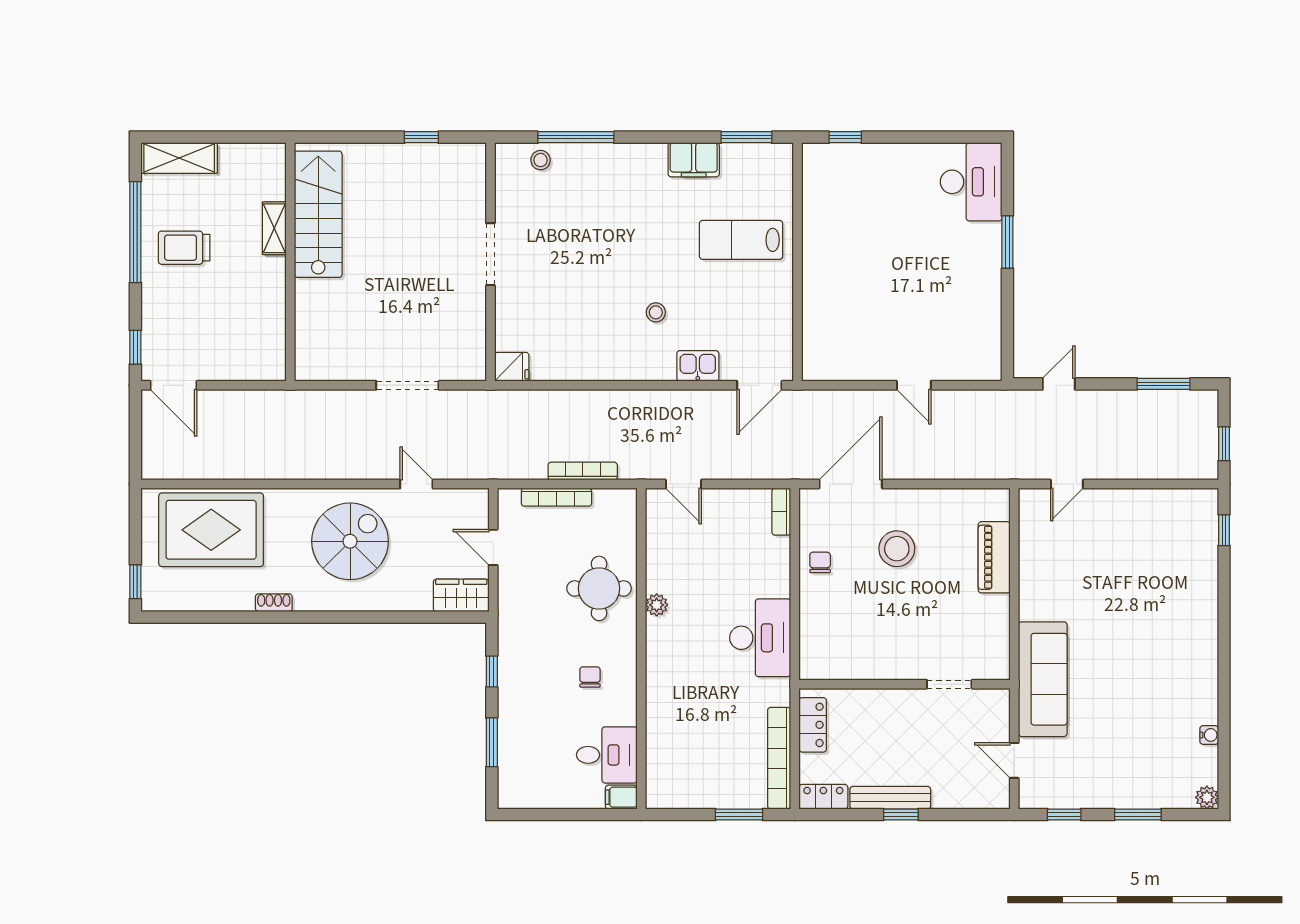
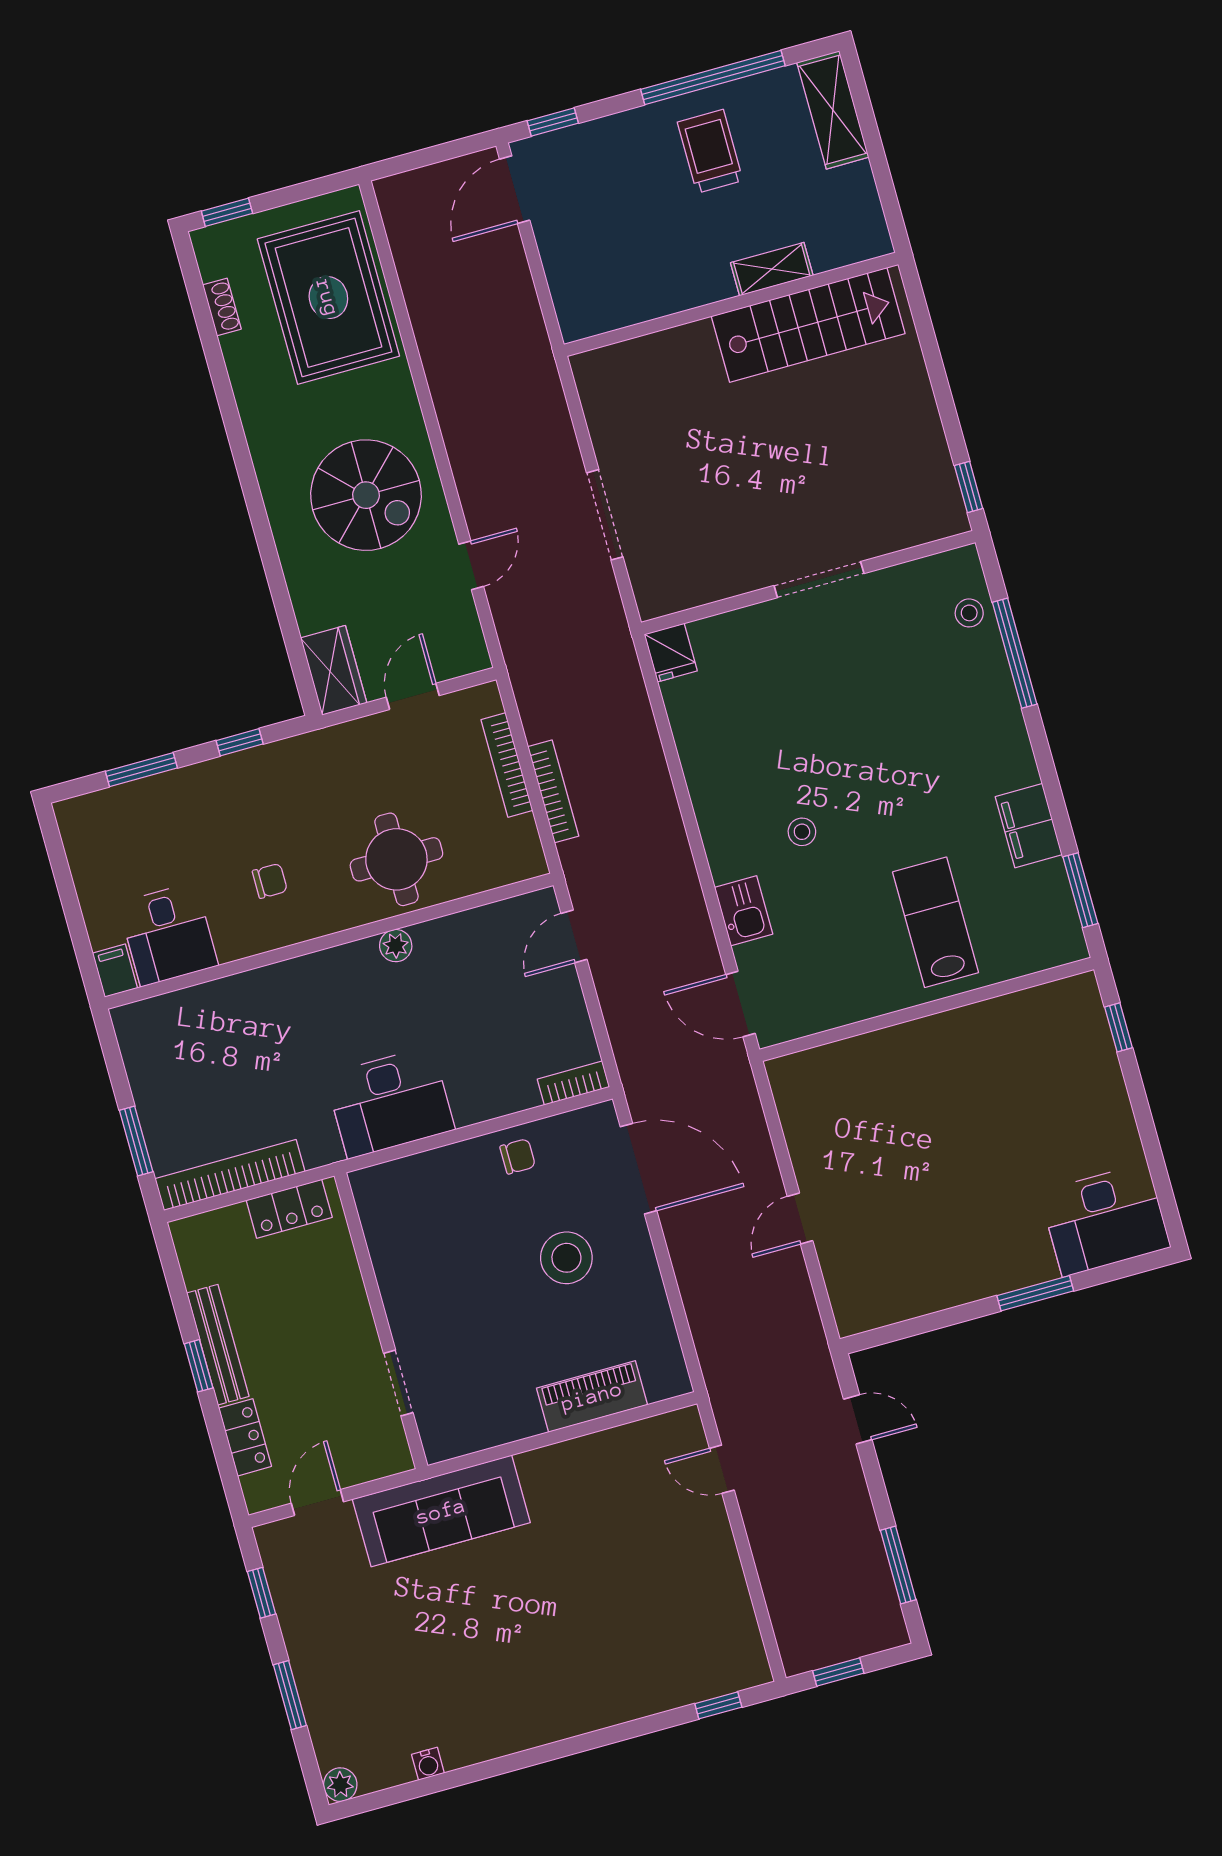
window: (421, 137) -> (969, 487), moved
shoe rack: (274, 603) -> (222, 307), moved
locker: (823, 797) -> (245, 1437), moved

